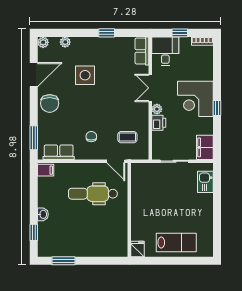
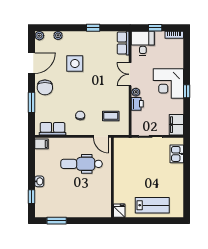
window: (34, 138) -> (31, 102), moved

